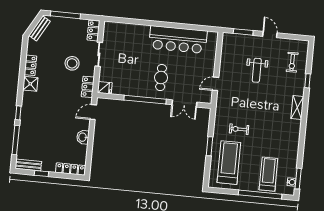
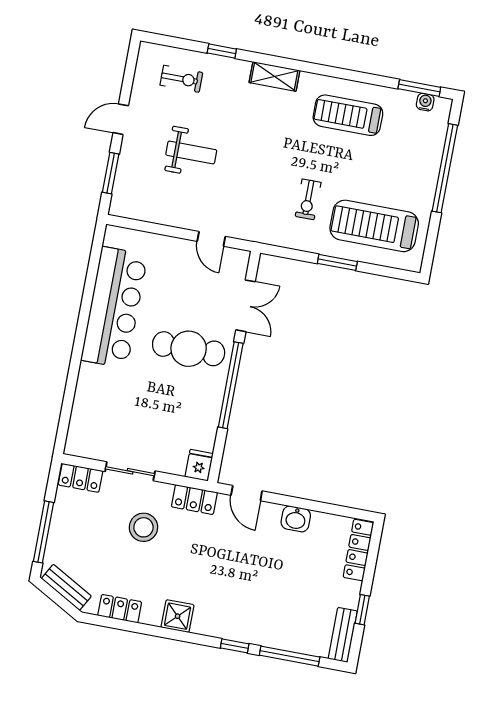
locker: (30, 65) -> (120, 609), moved
cafe table: (161, 78) -> (189, 349), width x1.37, depth x1.35
treadmill: (268, 174) -> (348, 115), moved

